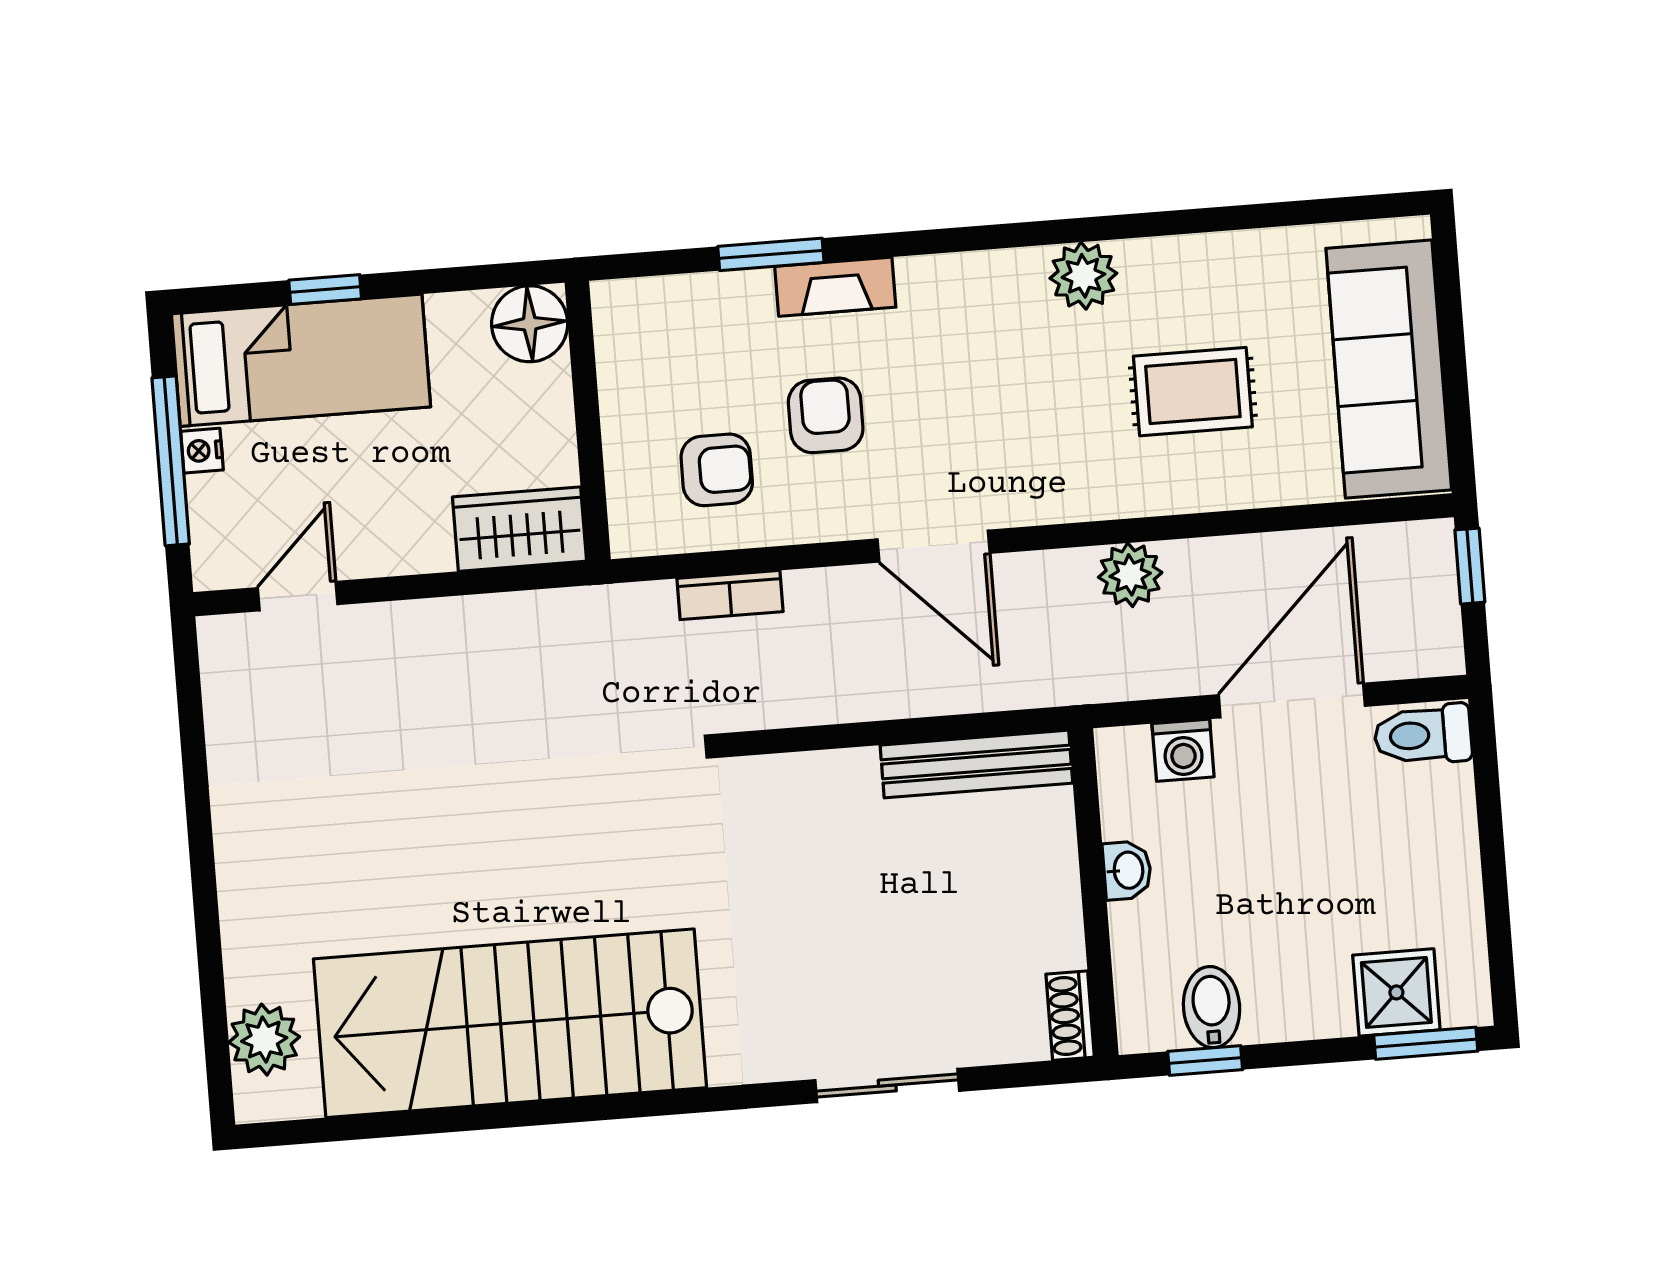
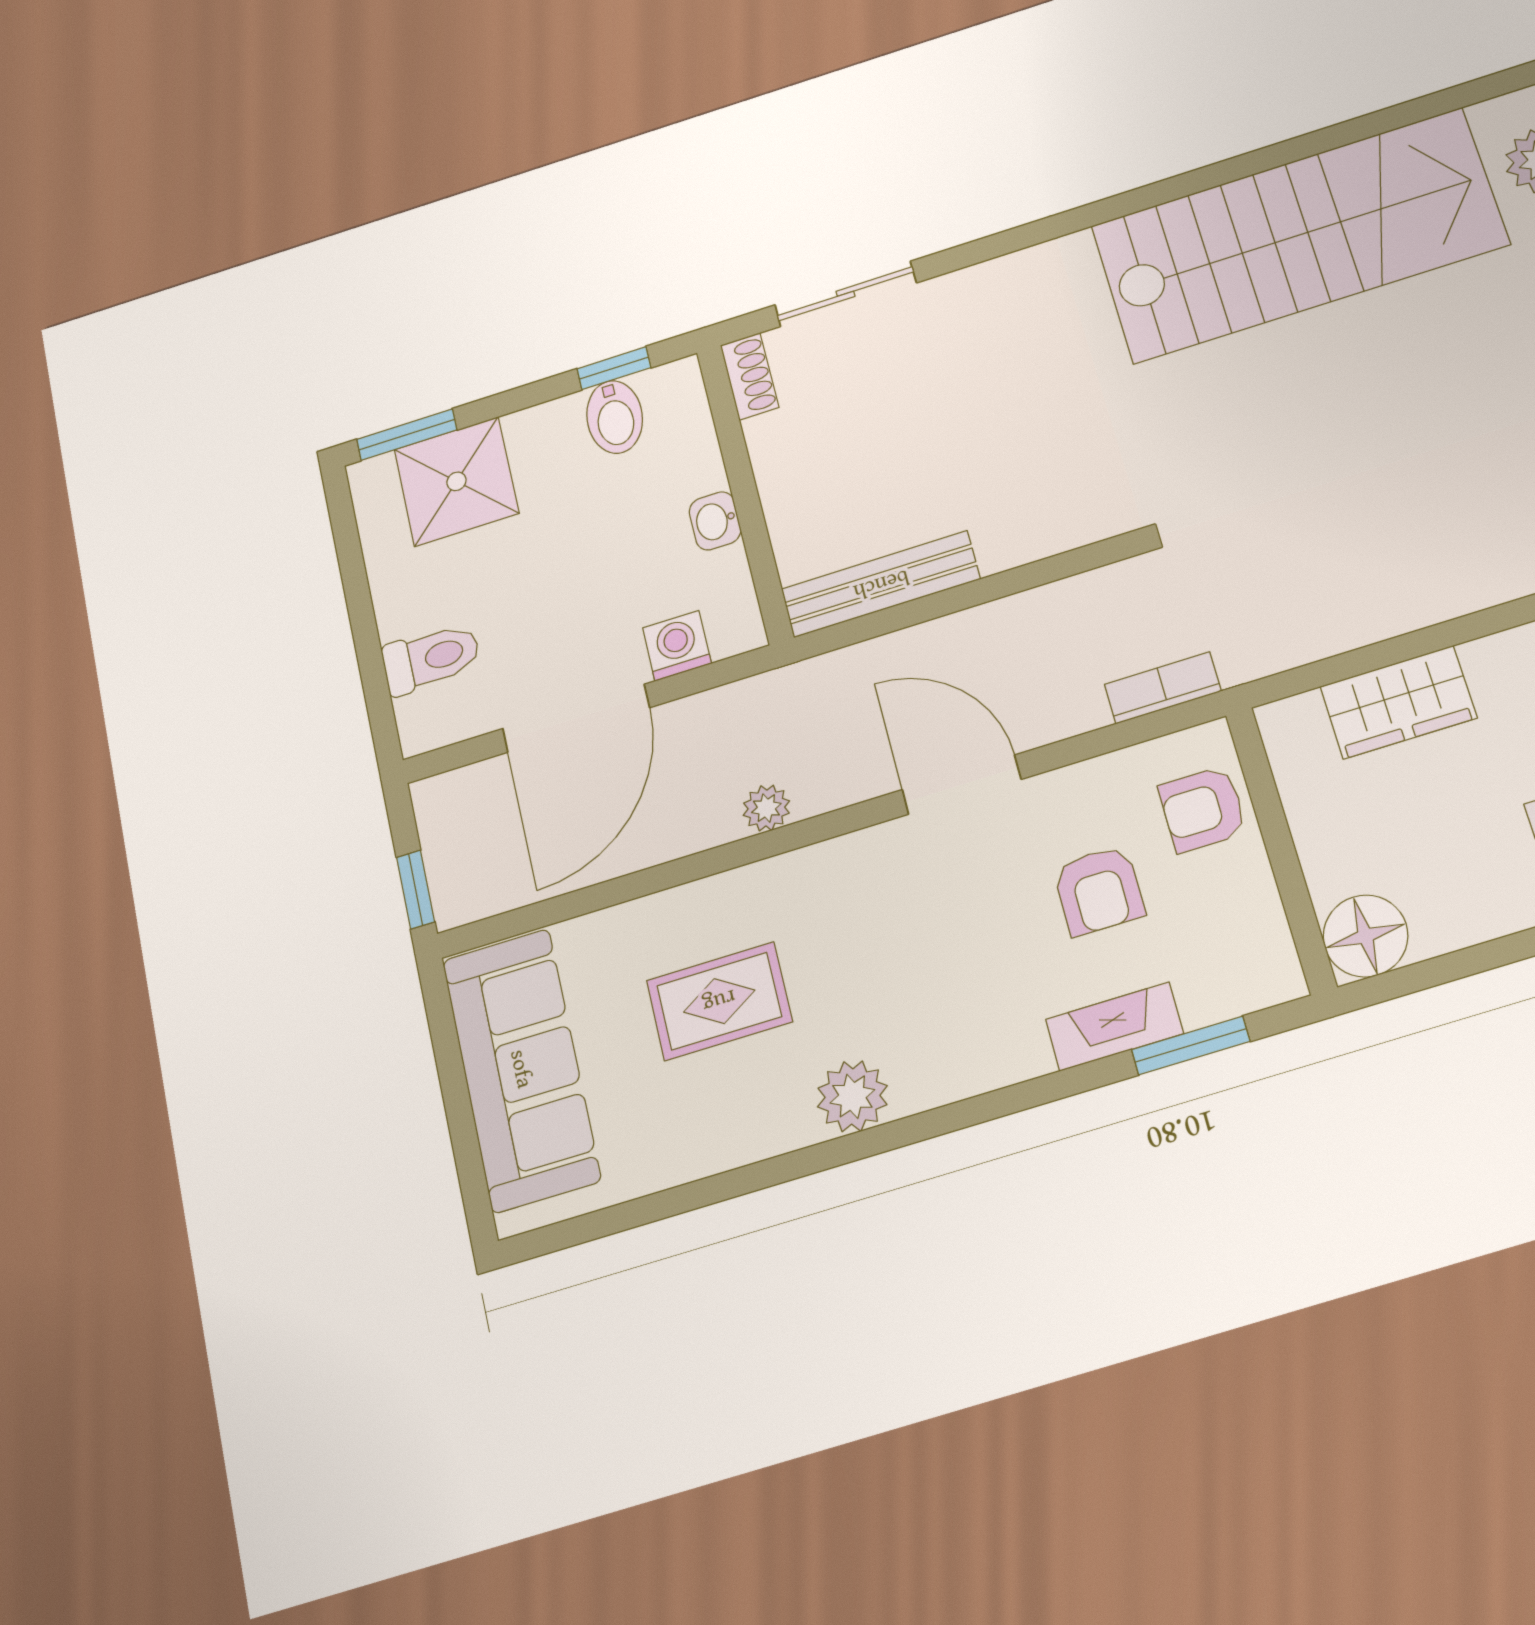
floor lamp: (530, 324) -> (1365, 936), moved
wall: (588, 421) -> (1281, 849), moved
plant: (1130, 575) -> (766, 808), width x0.73, depth x0.73
toilet: (1423, 735) -> (431, 658), moved
shower: (1396, 992) -> (456, 481), width x1.36, depth x1.36
sliding door: (887, 1086) -> (845, 294), moved

